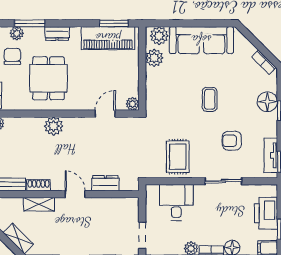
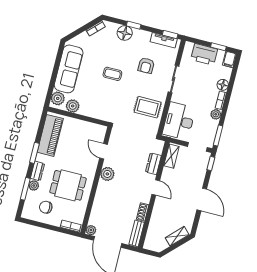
window: (114, 23) -> (34, 153), moved
plant: (17, 33) -> (34, 185), moved
plant: (132, 104) -> (102, 130), removed
plant: (54, 126) -> (107, 174), moved
door: (75, 194) -> (156, 187), swing flipped
desk: (176, 202) -> (179, 121), width x1.37
shelving: (39, 204) -> (171, 156), moved

